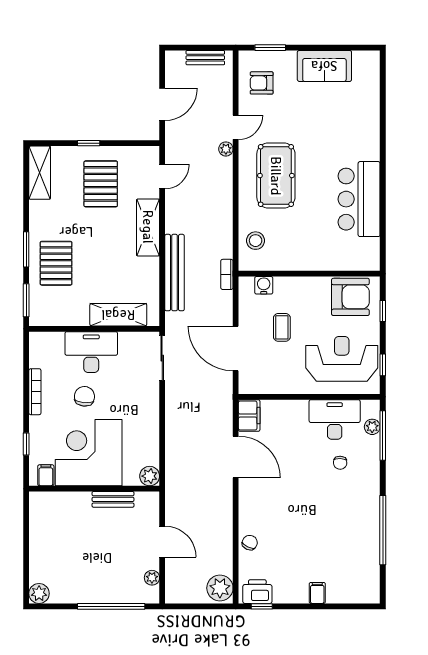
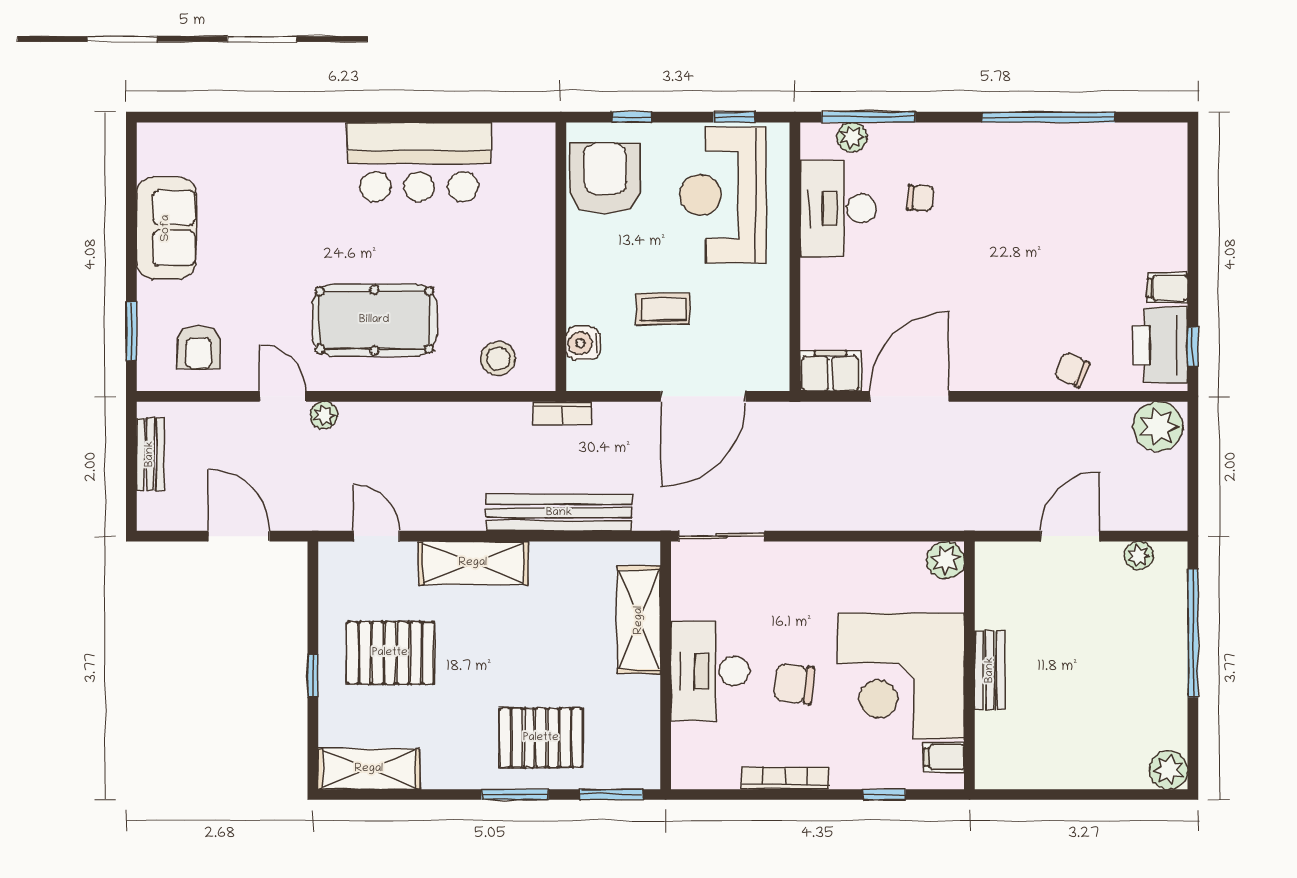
bench: (113, 499) -> (990, 670), moved
printer: (257, 592) -> (1161, 345), width x1.37, depth x1.19
filing cabinet: (317, 593) -> (1168, 288), moved

